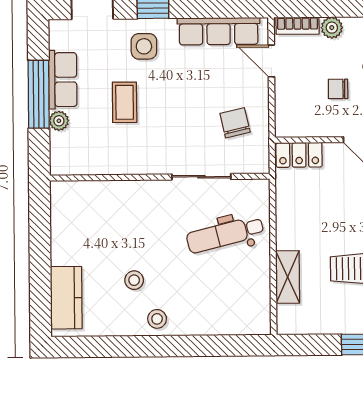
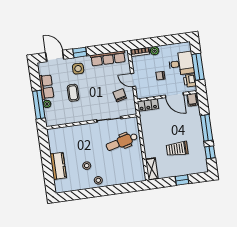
door: (271, 61) -> (133, 80), moved
window: (39, 94) -> (39, 105), moved
shelving: (288, 277) -> (152, 169), moved
kitchen counter: (66, 298) -> (58, 166), moved

